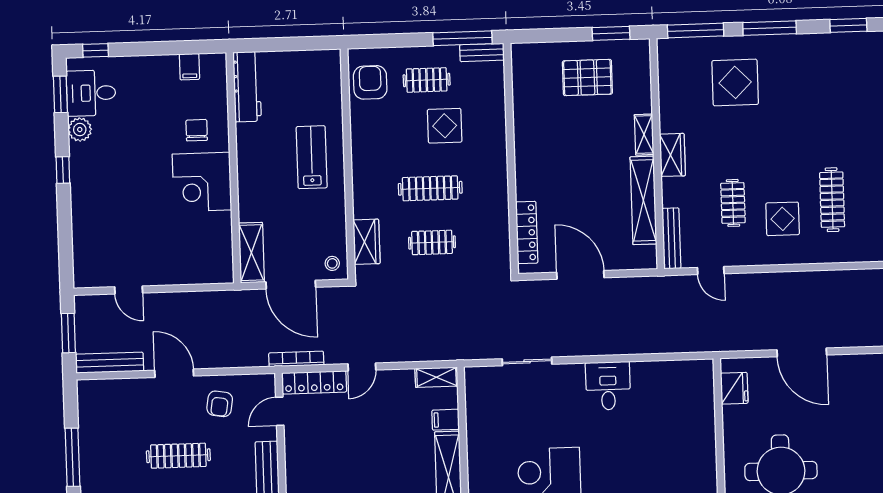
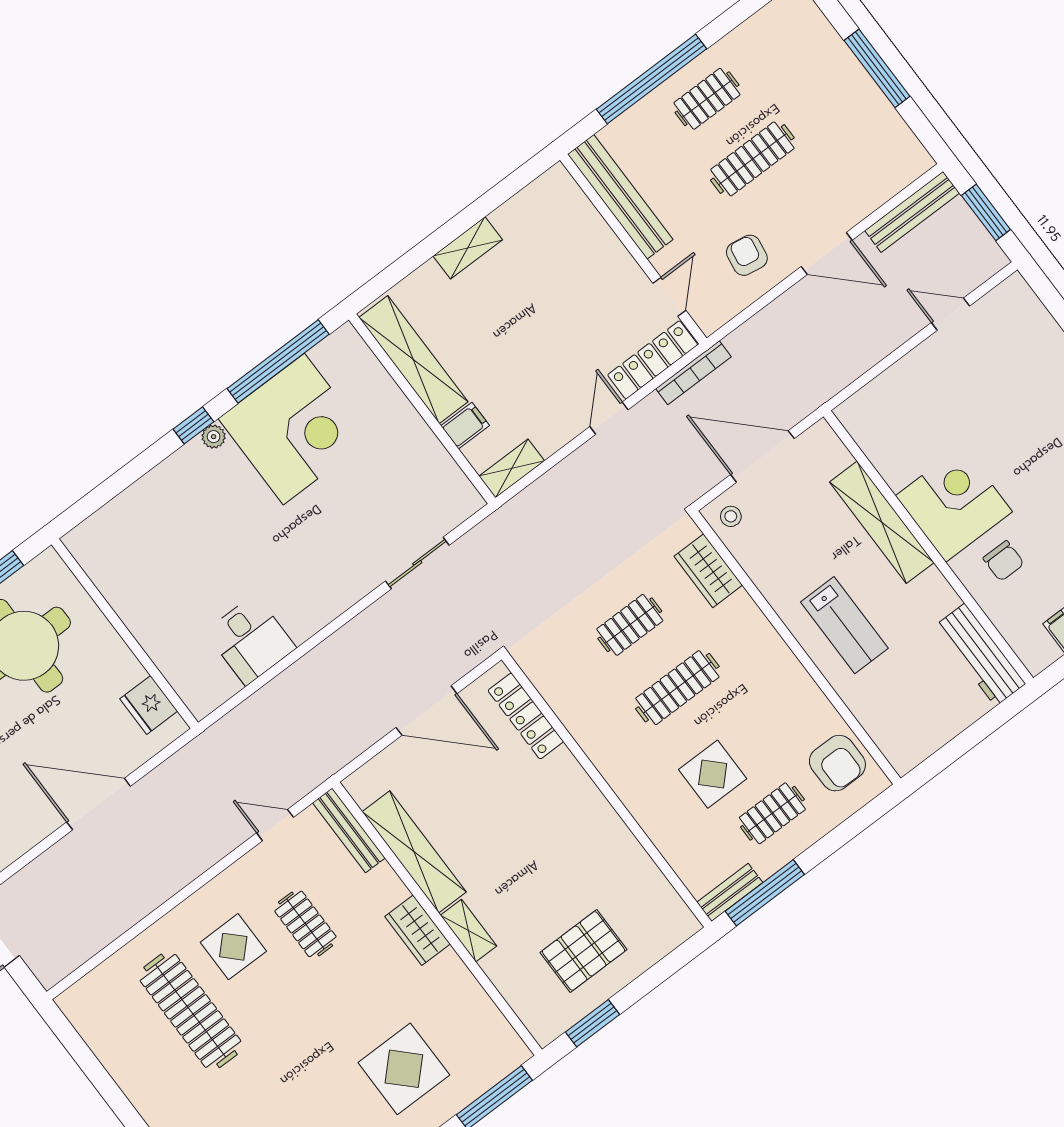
clothes rail: (832, 200) -> (190, 1011), width x1.37, depth x1.31
shelving: (251, 253) -> (882, 522), moved, width x1.47
desk: (608, 386) -> (251, 640), moved

